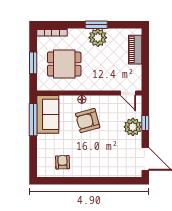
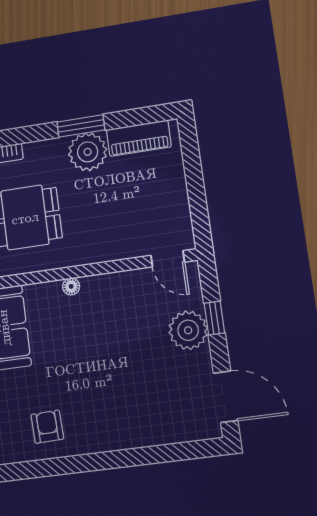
piano: (135, 50) -> (139, 138), moved, turned -90
armchair: (88, 121) -> (89, 330), removed

